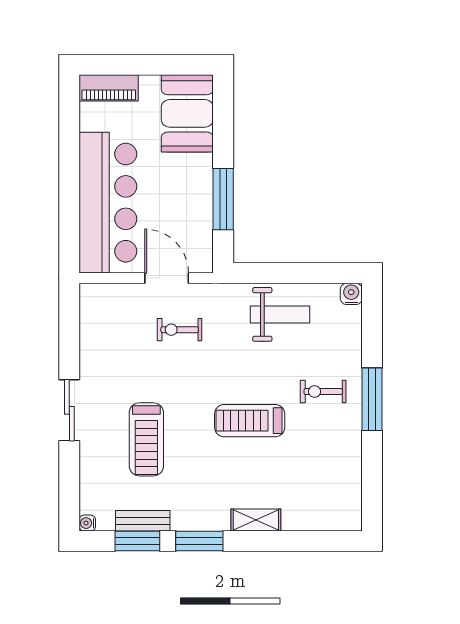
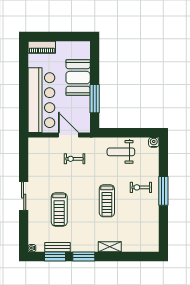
booth: (187, 113) -> (78, 78), moved
weight bench: (280, 314) -> (121, 152), turned 180
treadmill: (250, 421) -> (107, 201), turned -90

